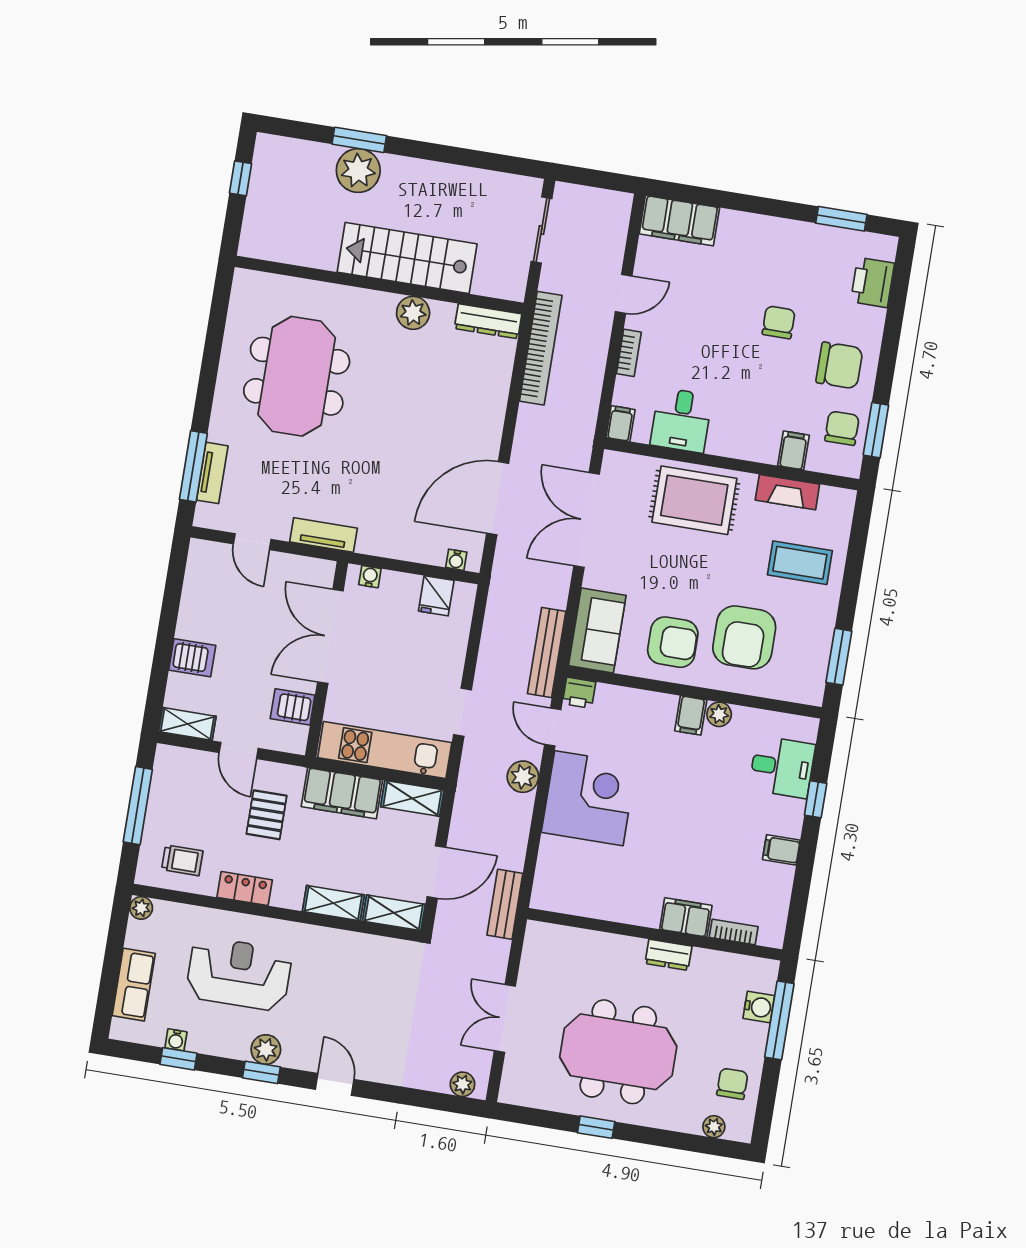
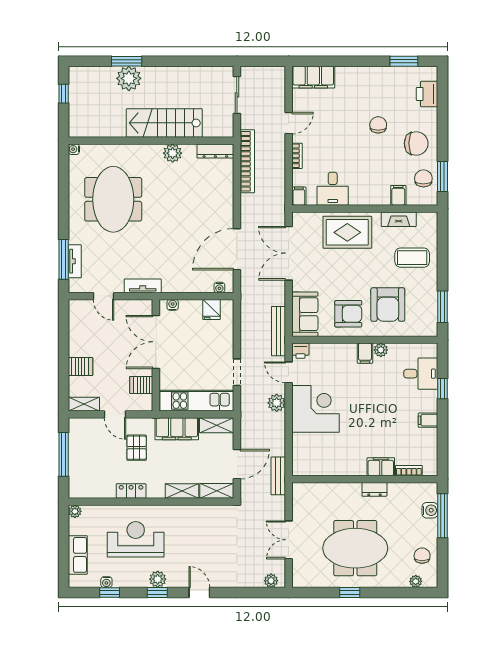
water cooler: (243, 278) -> (74, 149), added
trolley: (182, 860) -> (94, 481), removed

